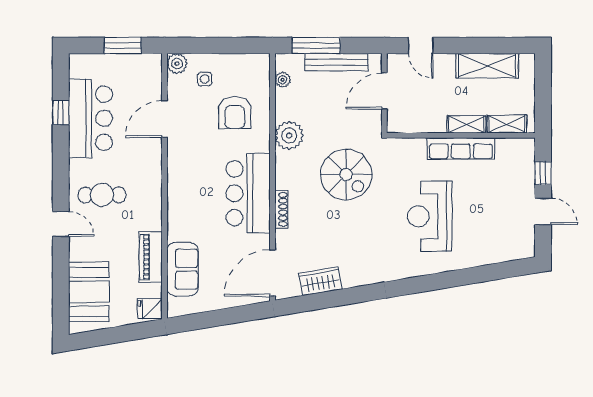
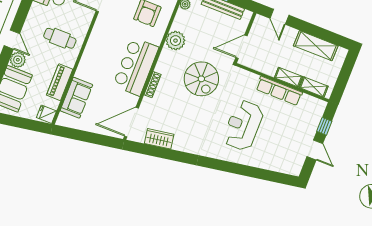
door: (384, 91) -> (241, 47), moved
cafe table: (102, 195) -> (60, 38), moved
plant: (80, 249) -> (18, 60), added

